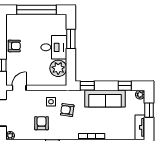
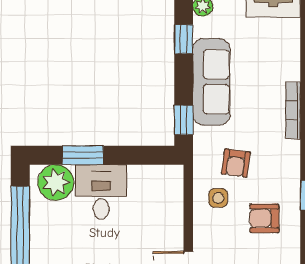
plant: (58, 68) -> (56, 182), moved

